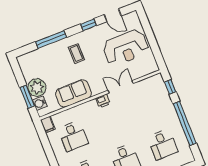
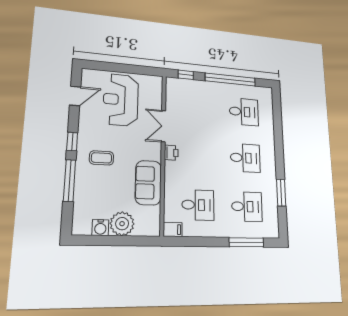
window: (89, 25) -> (72, 141), moved
reception desk: (126, 48) -> (121, 100), turned 180
window: (27, 97) -> (128, 241), removed
water cooler: (40, 103) -> (100, 228), moved

